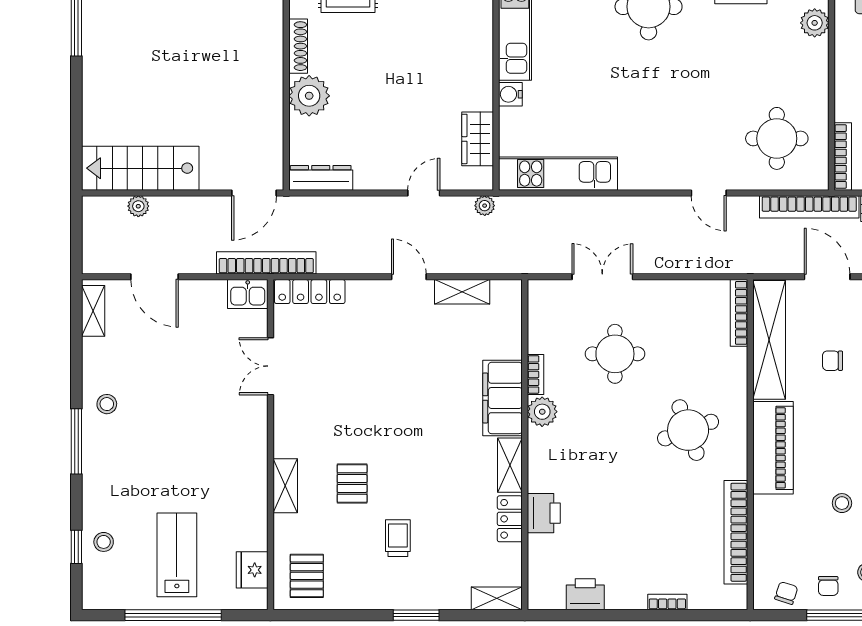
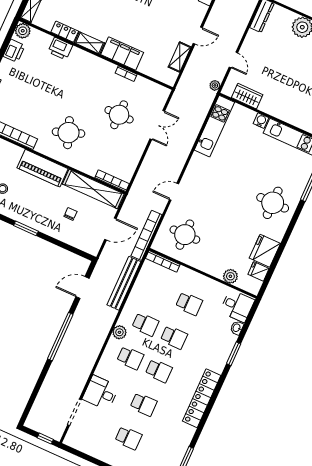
plant: (542, 412) -> (23, 31), moved

